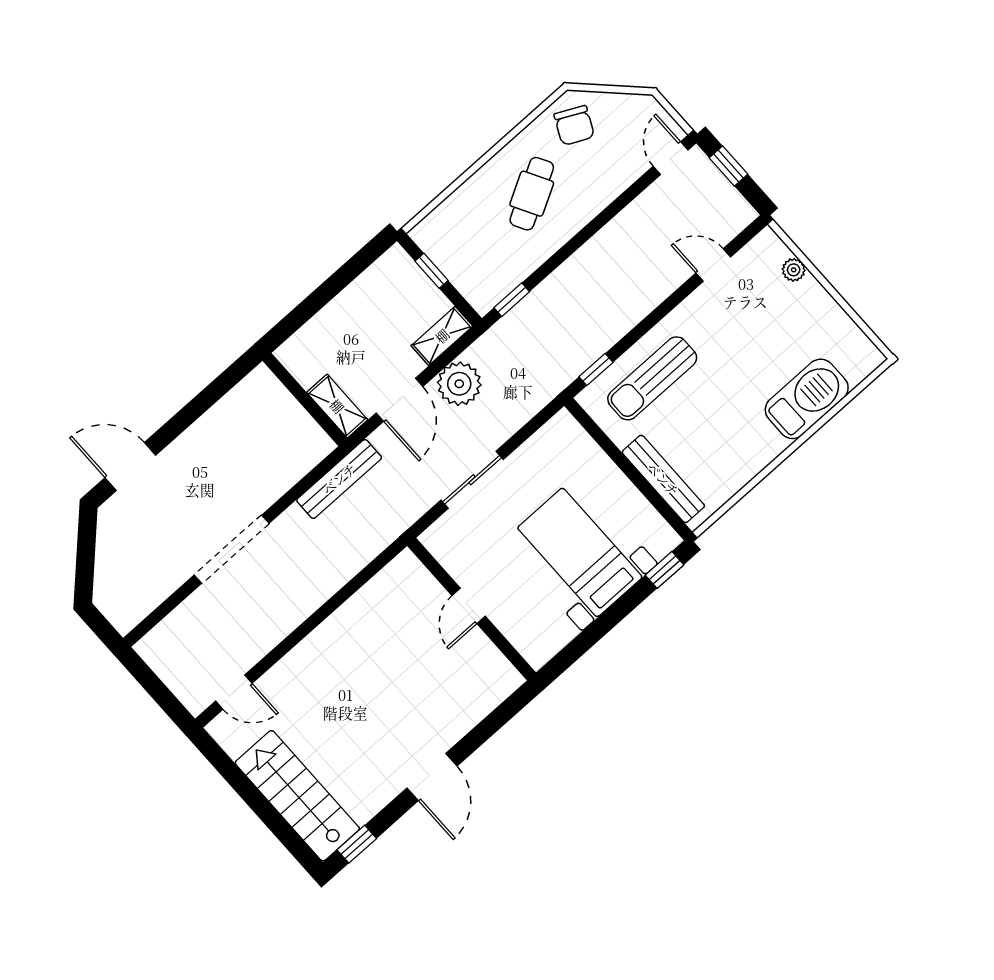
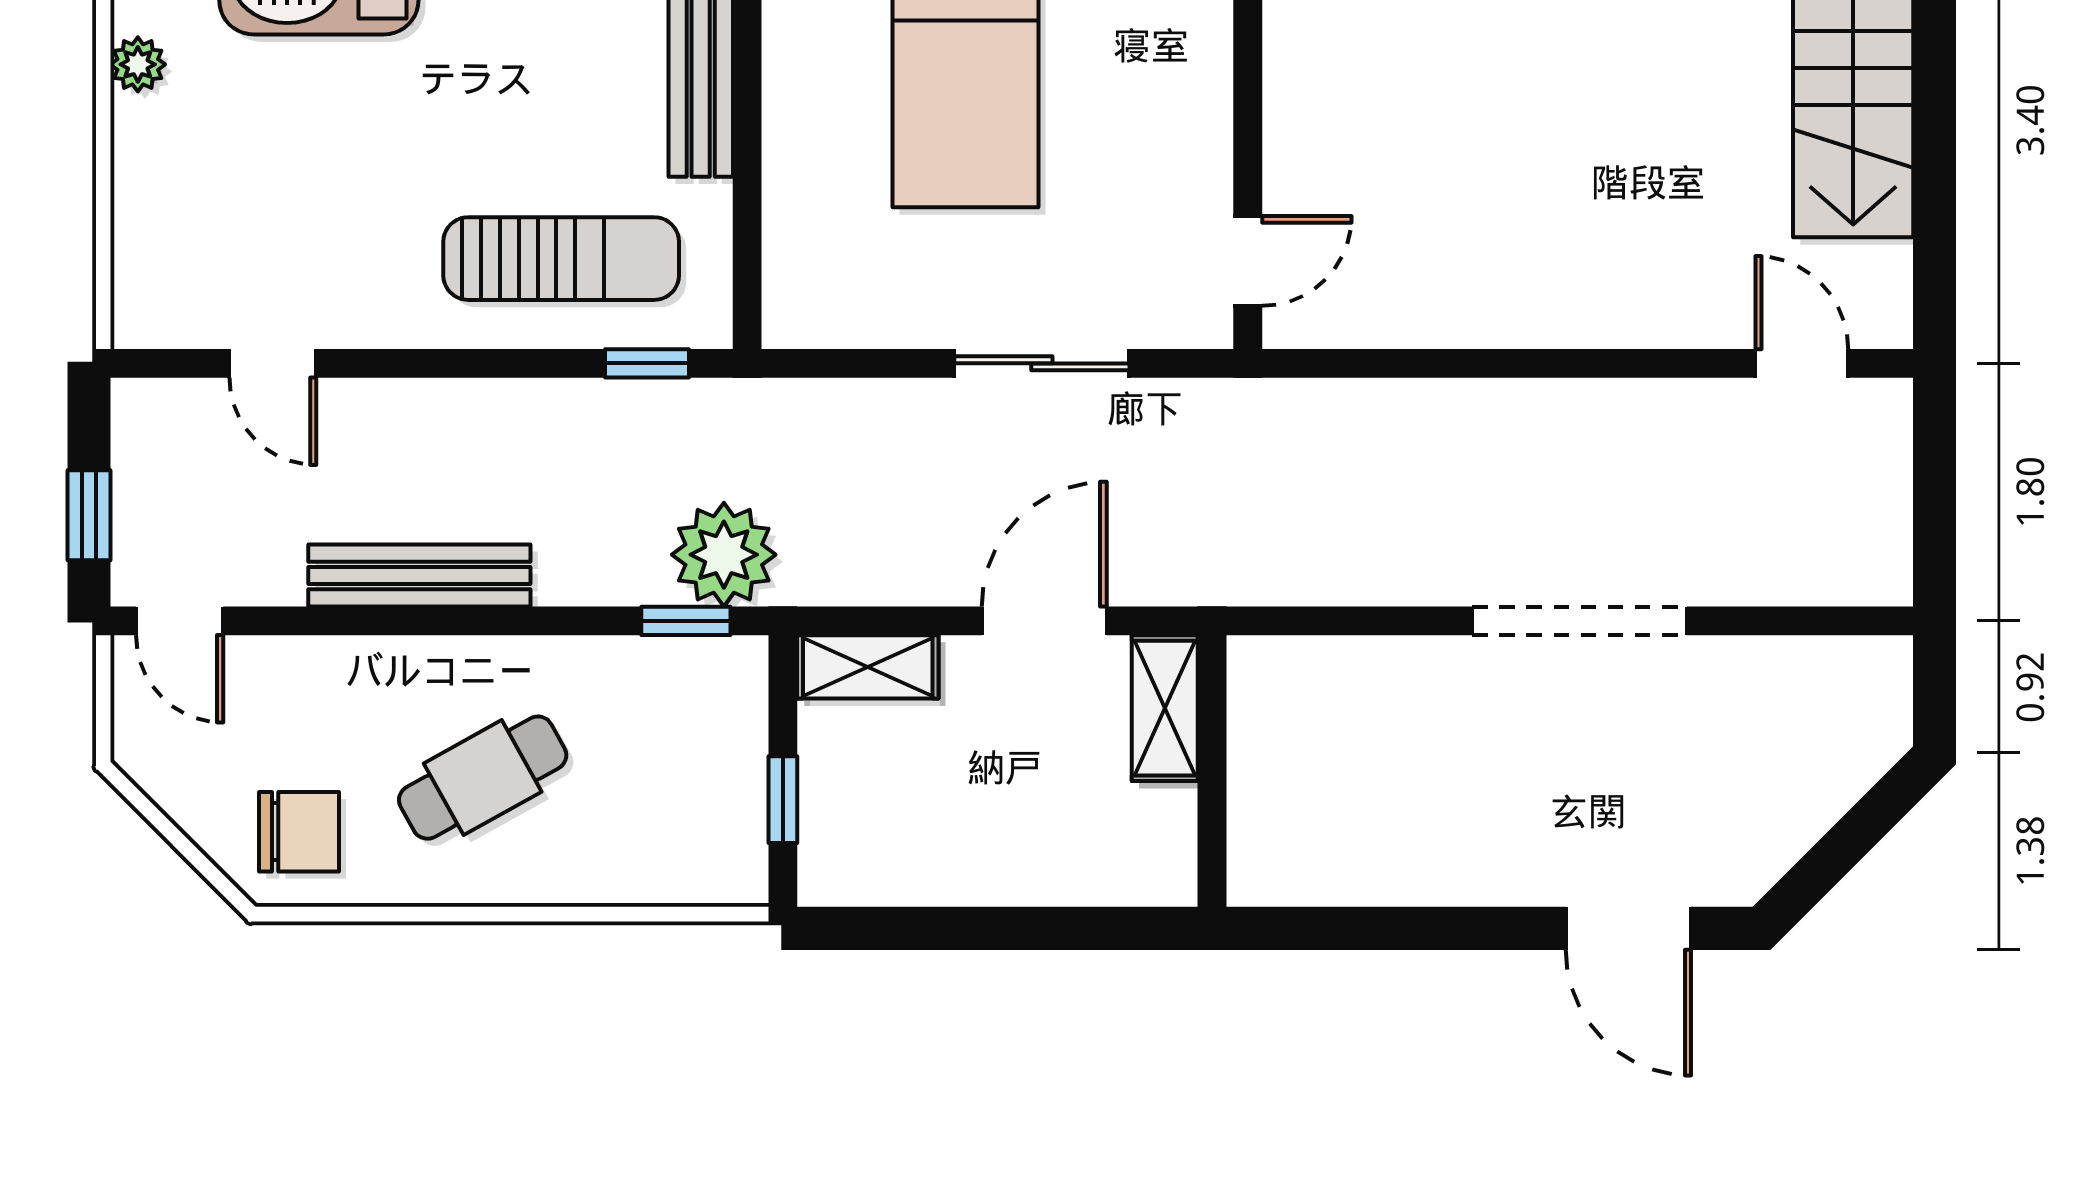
chair: (574, 125) -> (299, 832), turned 64
door: (671, 158) -> (180, 621), hinge flipped
plant: (794, 270) -> (138, 64), moved
plant: (459, 384) -> (724, 555), moved
bench: (339, 479) -> (419, 575), moved
door: (469, 606) -> (1248, 261), moved

